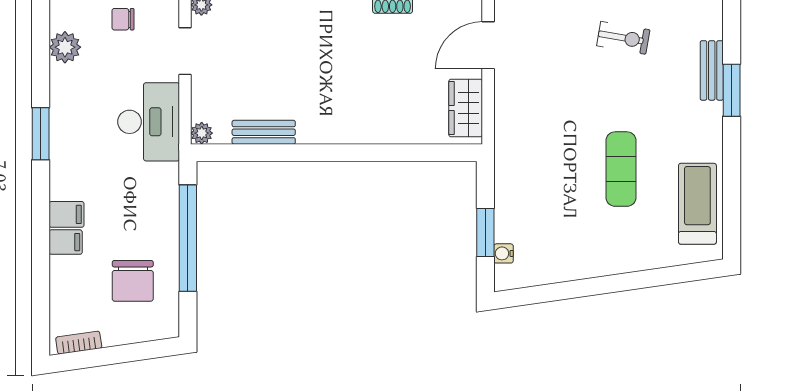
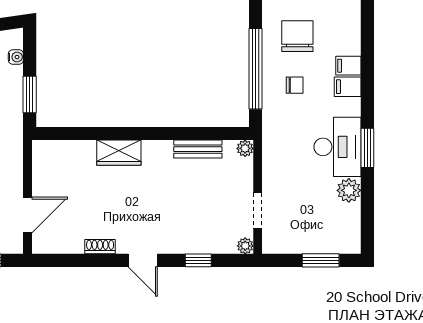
chair: (123, 19) -> (295, 85), moved
plant: (65, 47) -> (349, 190), moved
wardrobe: (466, 108) -> (119, 153), moved, turned 90
desk: (149, 122) -> (337, 147), moved, turned 180
window: (485, 232) -> (30, 94), moved

